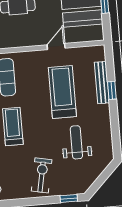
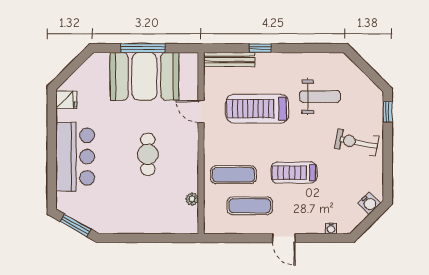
bench: (102, 83) -> (229, 59), moved
weight bench: (76, 142) -> (320, 97), turned 180

